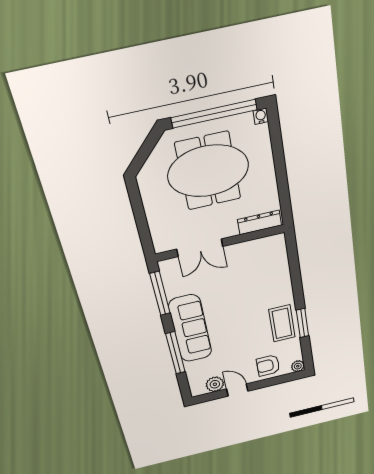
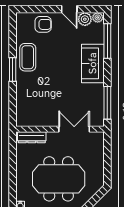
window: (303, 323) -> (13, 70), moved
sofa: (190, 329) -> (93, 63), width x0.73
window: (175, 353) -> (107, 41), moved
plant: (298, 366) -> (98, 17), moved

